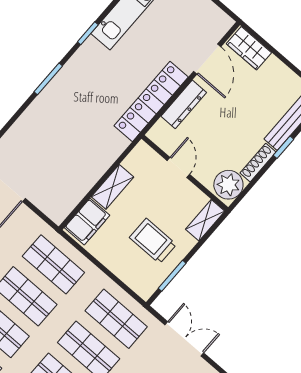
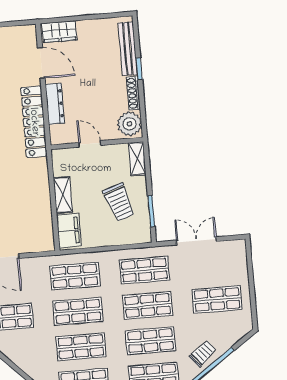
trolley: (153, 241) -> (119, 202), turned -109

